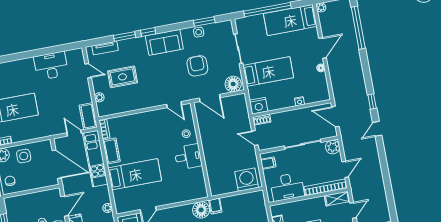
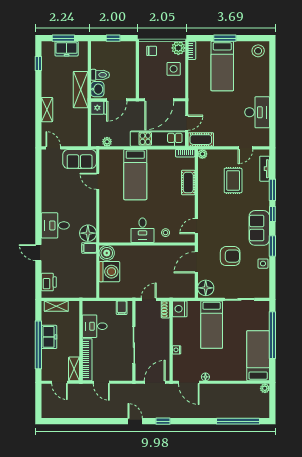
window: (204, 22) -> (272, 246), moved
door: (323, 48) -> (189, 382), moved
plant: (99, 97) -> (202, 154), moved
plant: (333, 147) -> (125, 374), removed
cot: (111, 151) -> (188, 183), moved, turned 90
washing machine: (247, 180) -> (109, 272), moved
desk: (287, 187) -> (95, 326), width x0.73
boiler: (217, 188) -> (107, 253), added
door: (65, 206) -> (117, 100), hinge flipped

